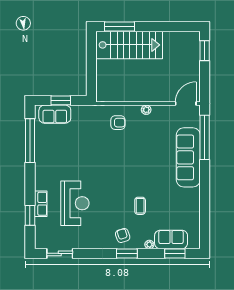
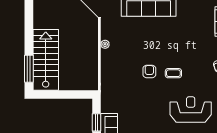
armchair: (118, 123) -> (149, 71), moved
coffee table: (140, 206) -> (173, 73), moved

